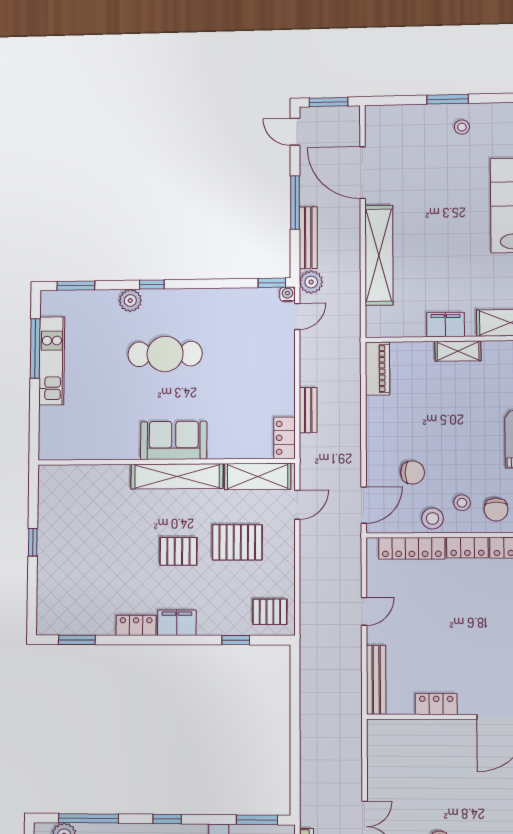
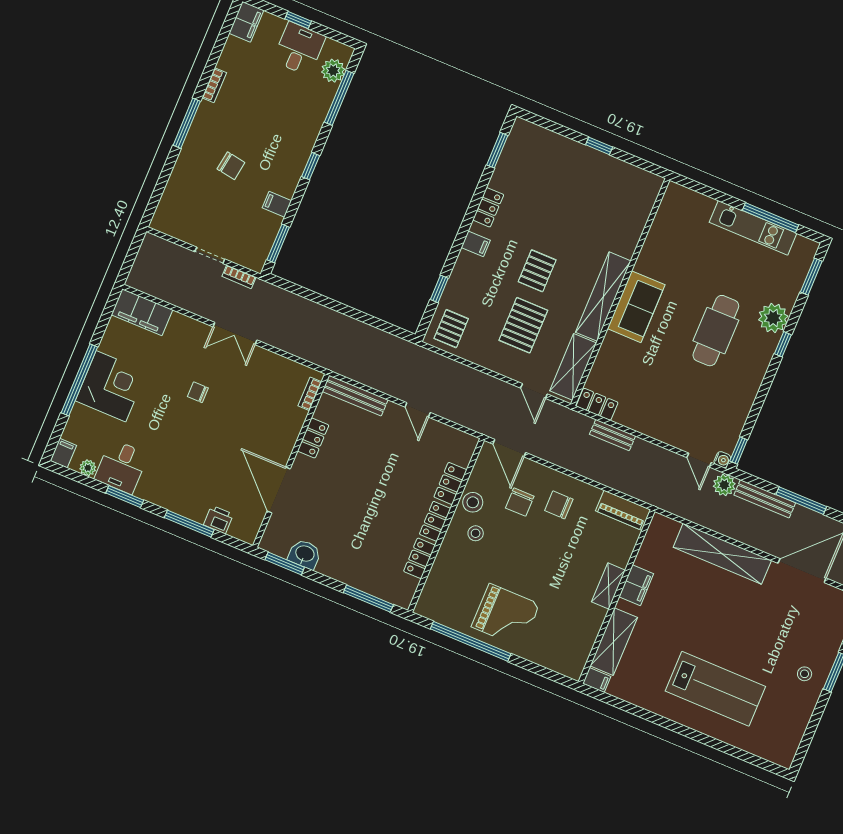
plant: (130, 300) -> (773, 318), width x1.36, depth x1.36
chair: (496, 510) -> (559, 505), moved
locker: (412, 548) -> (450, 483), width x0.66
filing cabinet: (177, 623) -> (476, 244), width x0.50
bookcase: (393, 726) -> (310, 394), added

